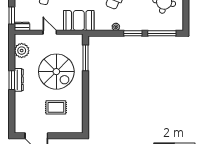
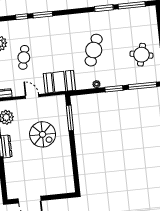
spiral stairs: (56, 72) -> (43, 134), width x0.73, depth x0.73
rug: (56, 107) -> (46, 170), removed

